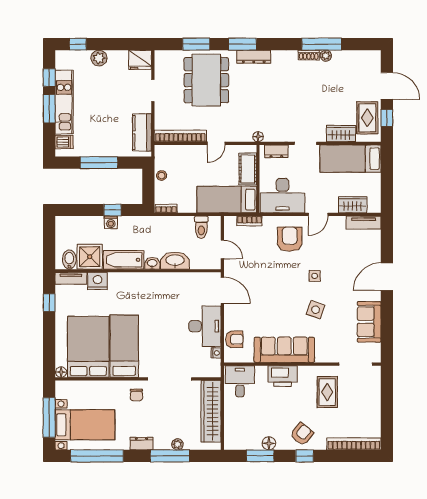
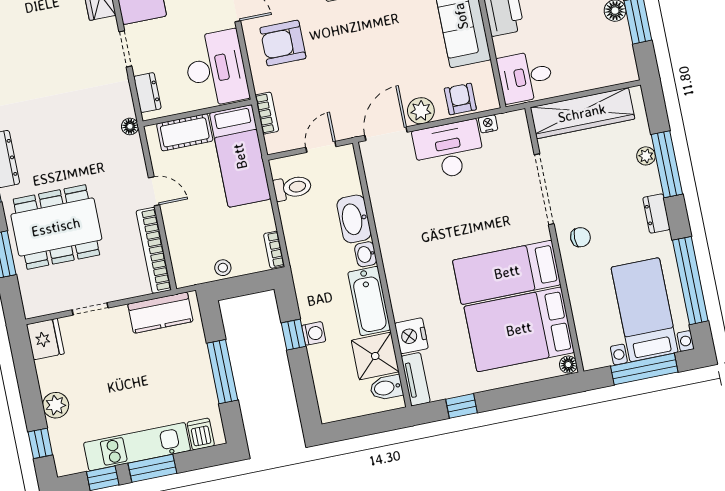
plant: (232, 314) -> (421, 111), added

